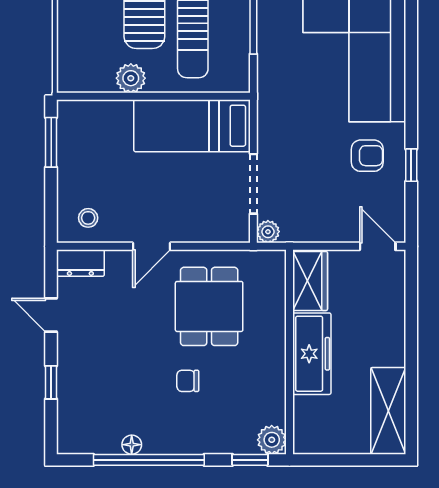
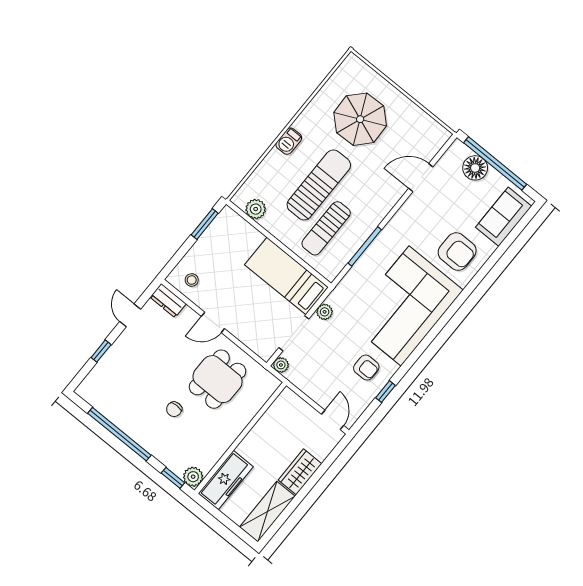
plant: (131, 78) -> (256, 209), moved
plant: (268, 131) -> (325, 312), added
wardrobe: (310, 281) -> (300, 472), moved, turned 180
freezer: (312, 354) -> (226, 480), moved
chair: (188, 381) -> (174, 409), turned -90
floor lamp: (132, 445) -> (117, 419), removed

